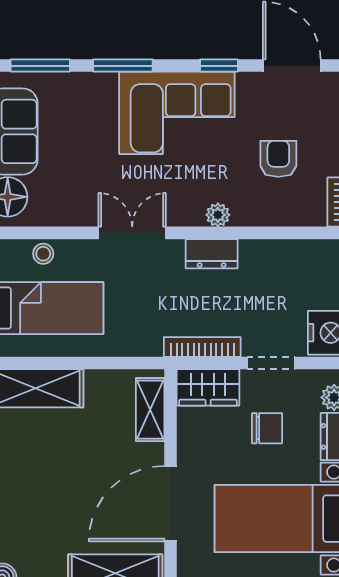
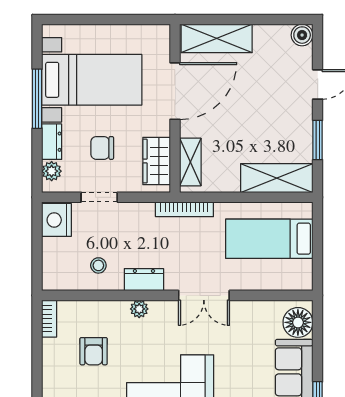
stool: (43, 254) -> (98, 265), moved
bookcase: (202, 347) -> (184, 209), moved
wardrobe: (208, 387) -> (157, 161), moved, turned -90

